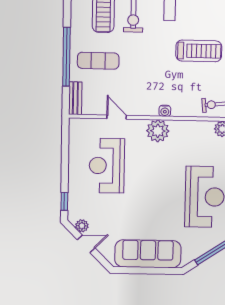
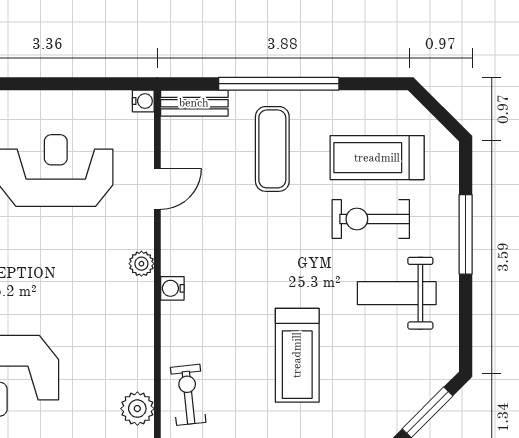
water cooler: (74, 123) -> (143, 101), added
plant: (158, 131) -> (141, 264), width x0.53, depth x0.53

